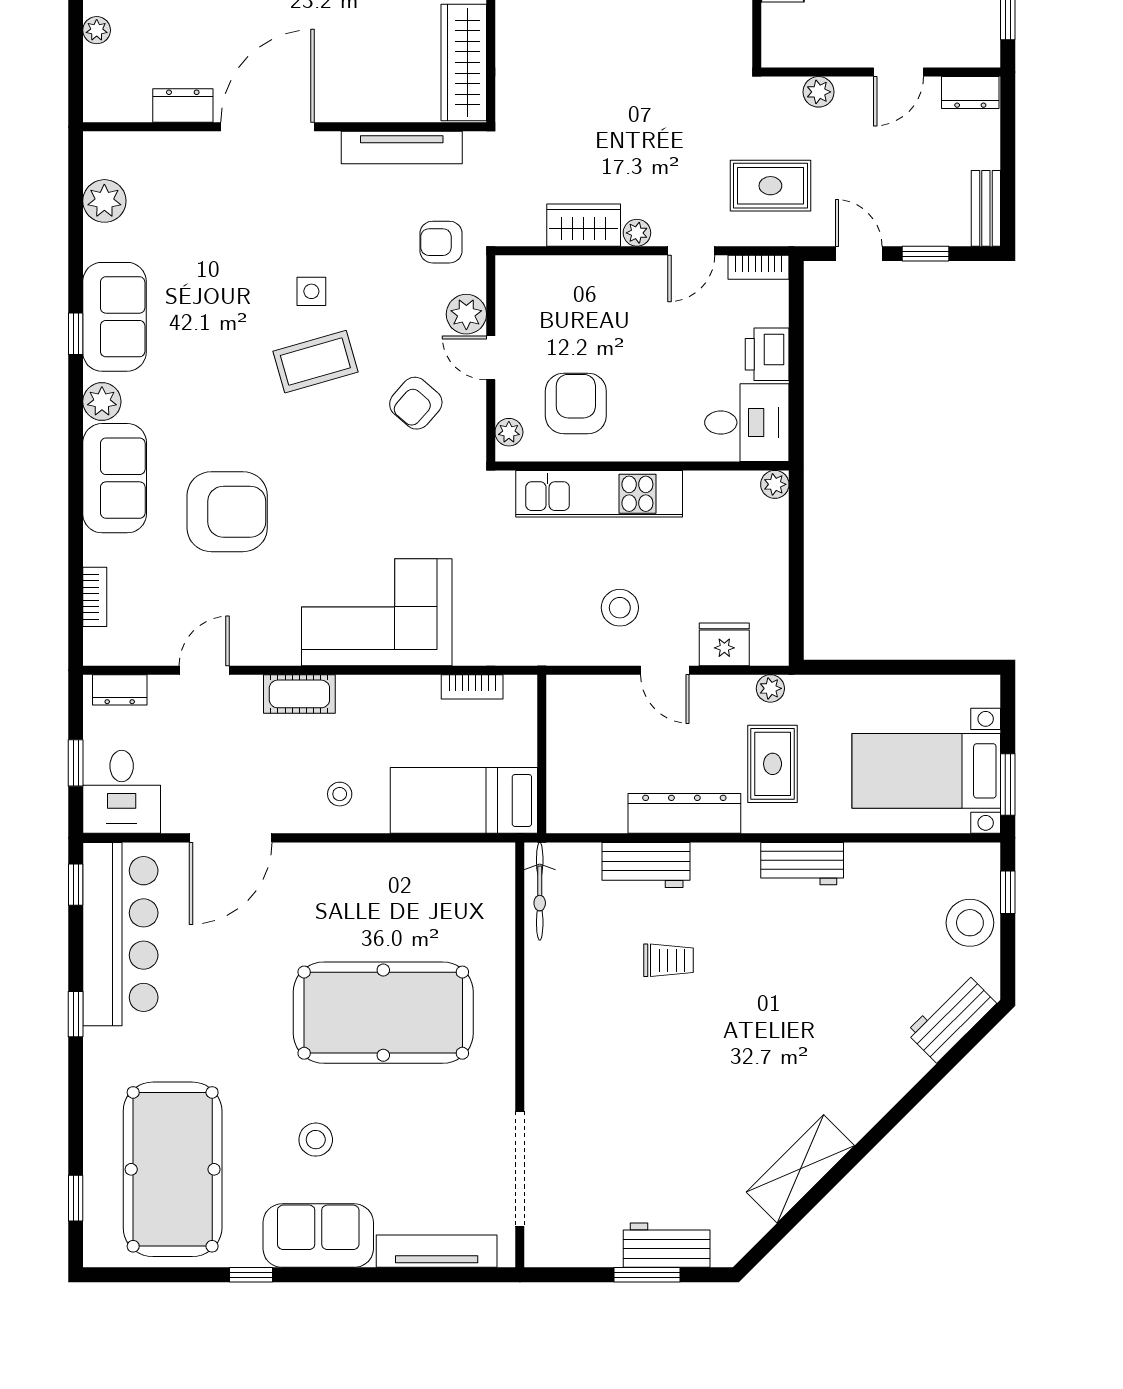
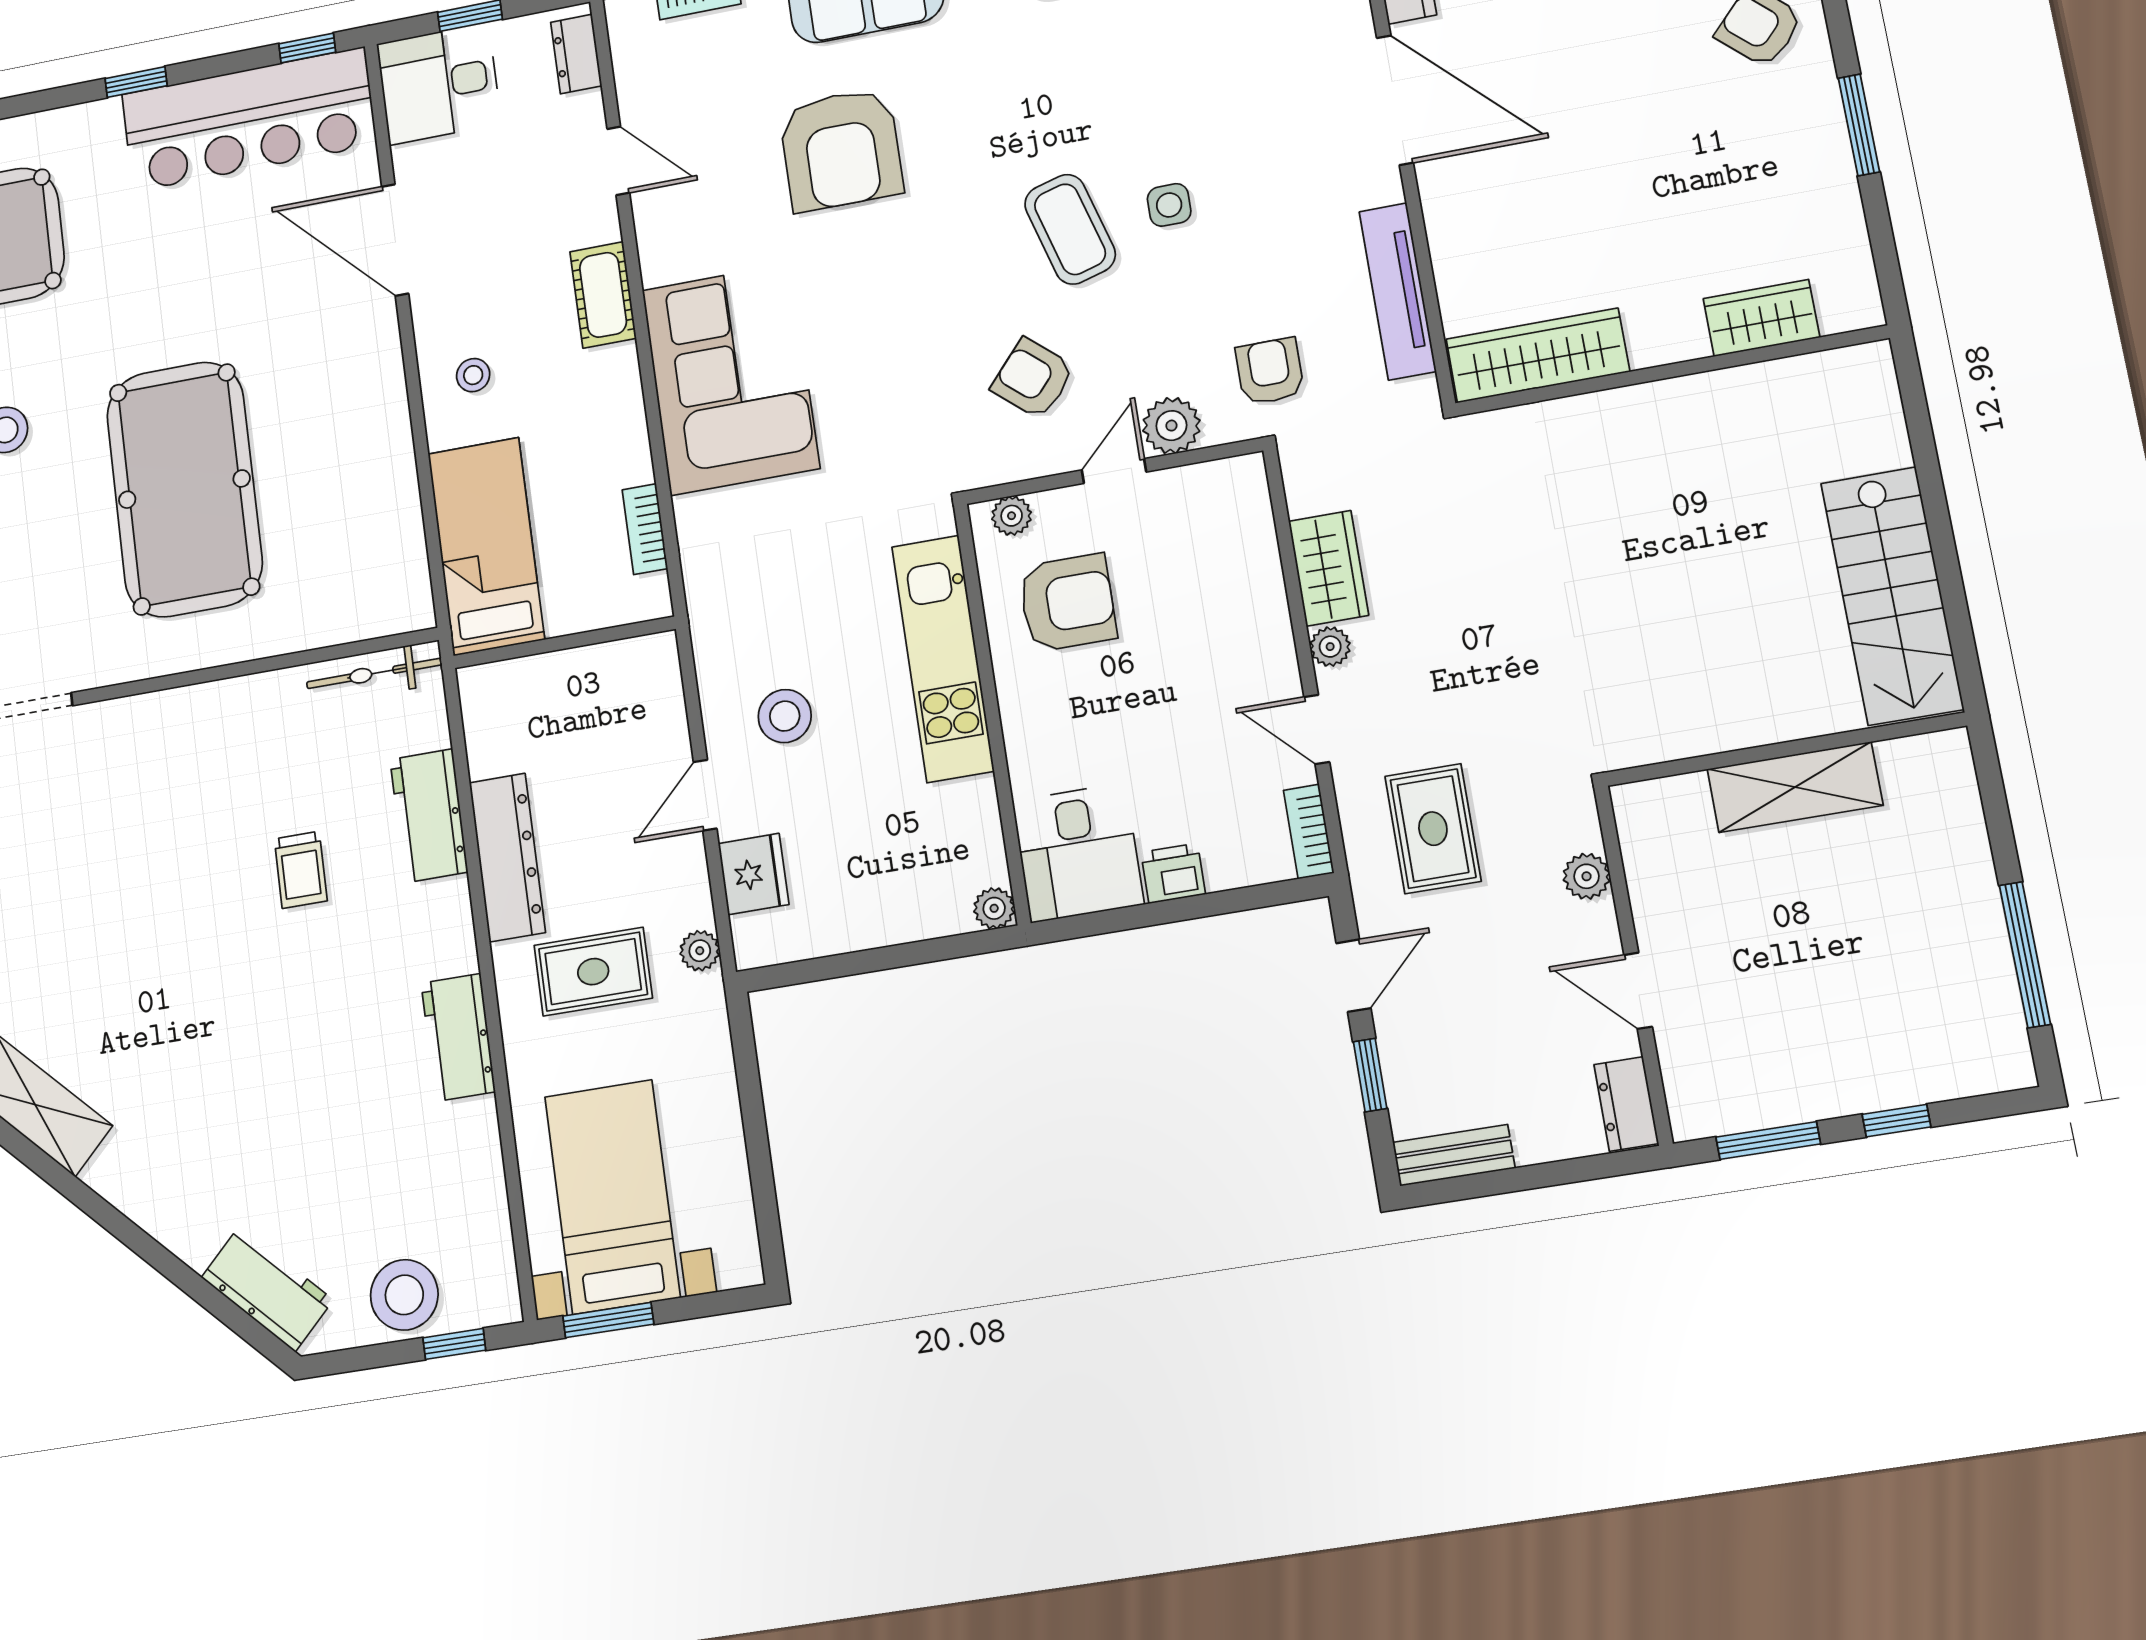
printer: (767, 354) -> (1173, 873), width x0.73, depth x0.81

